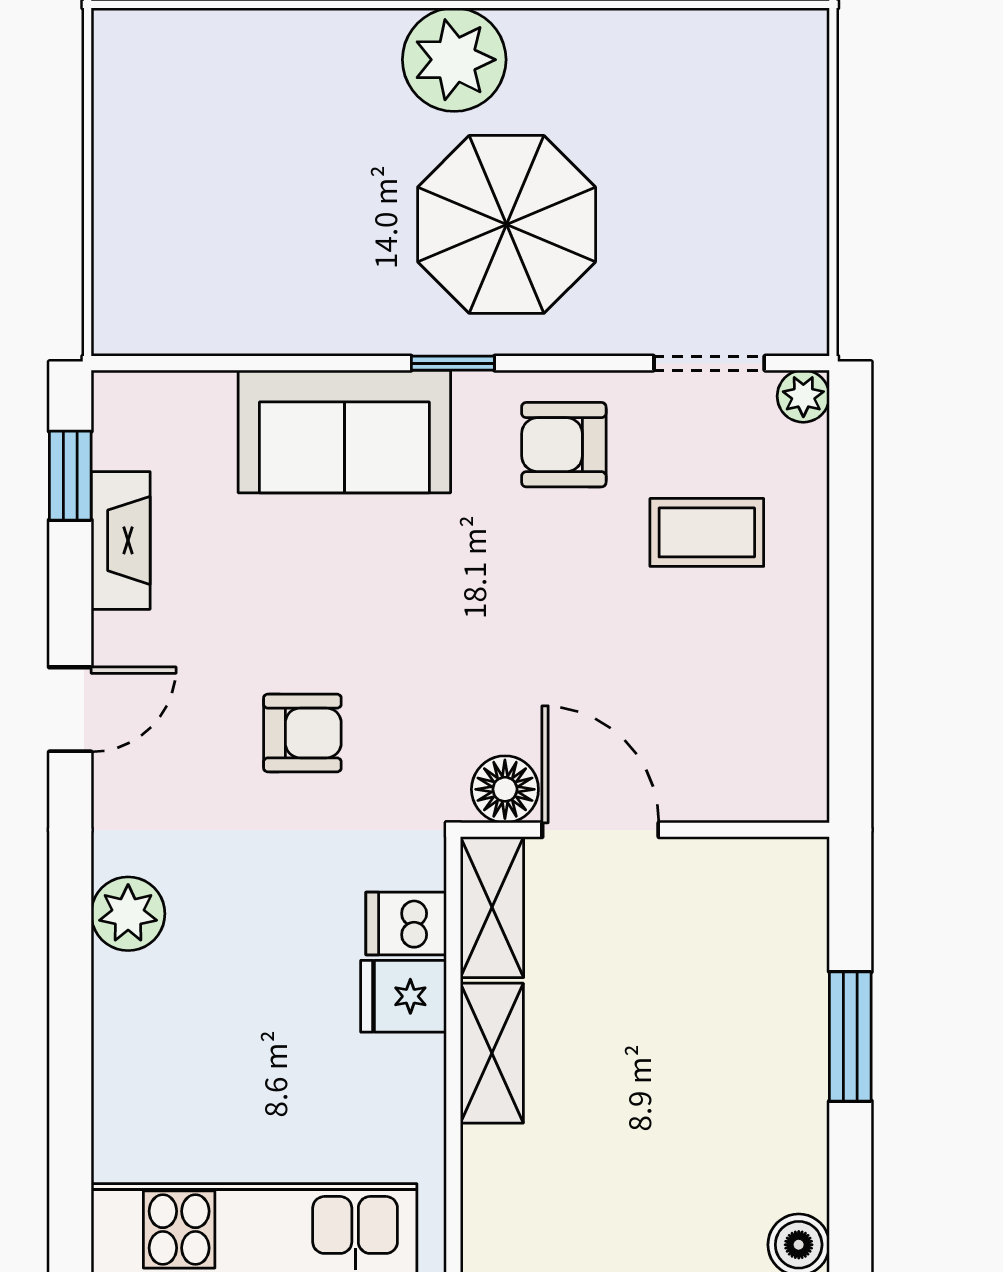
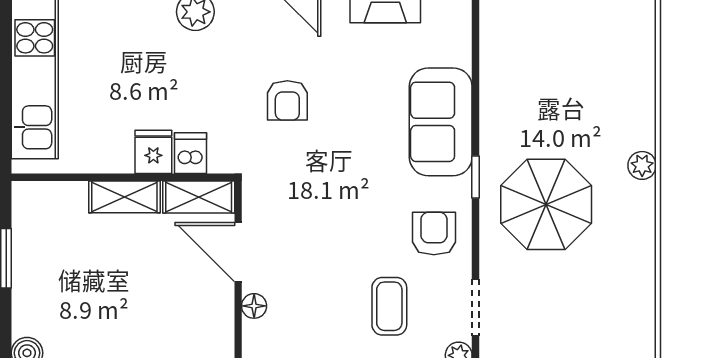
plant: (454, 60) -> (642, 165), width x0.53, depth x0.53
floor lamp: (505, 789) -> (254, 306), moved, width x0.73, depth x0.73
door: (600, 830) -> (238, 252), swing flipped

